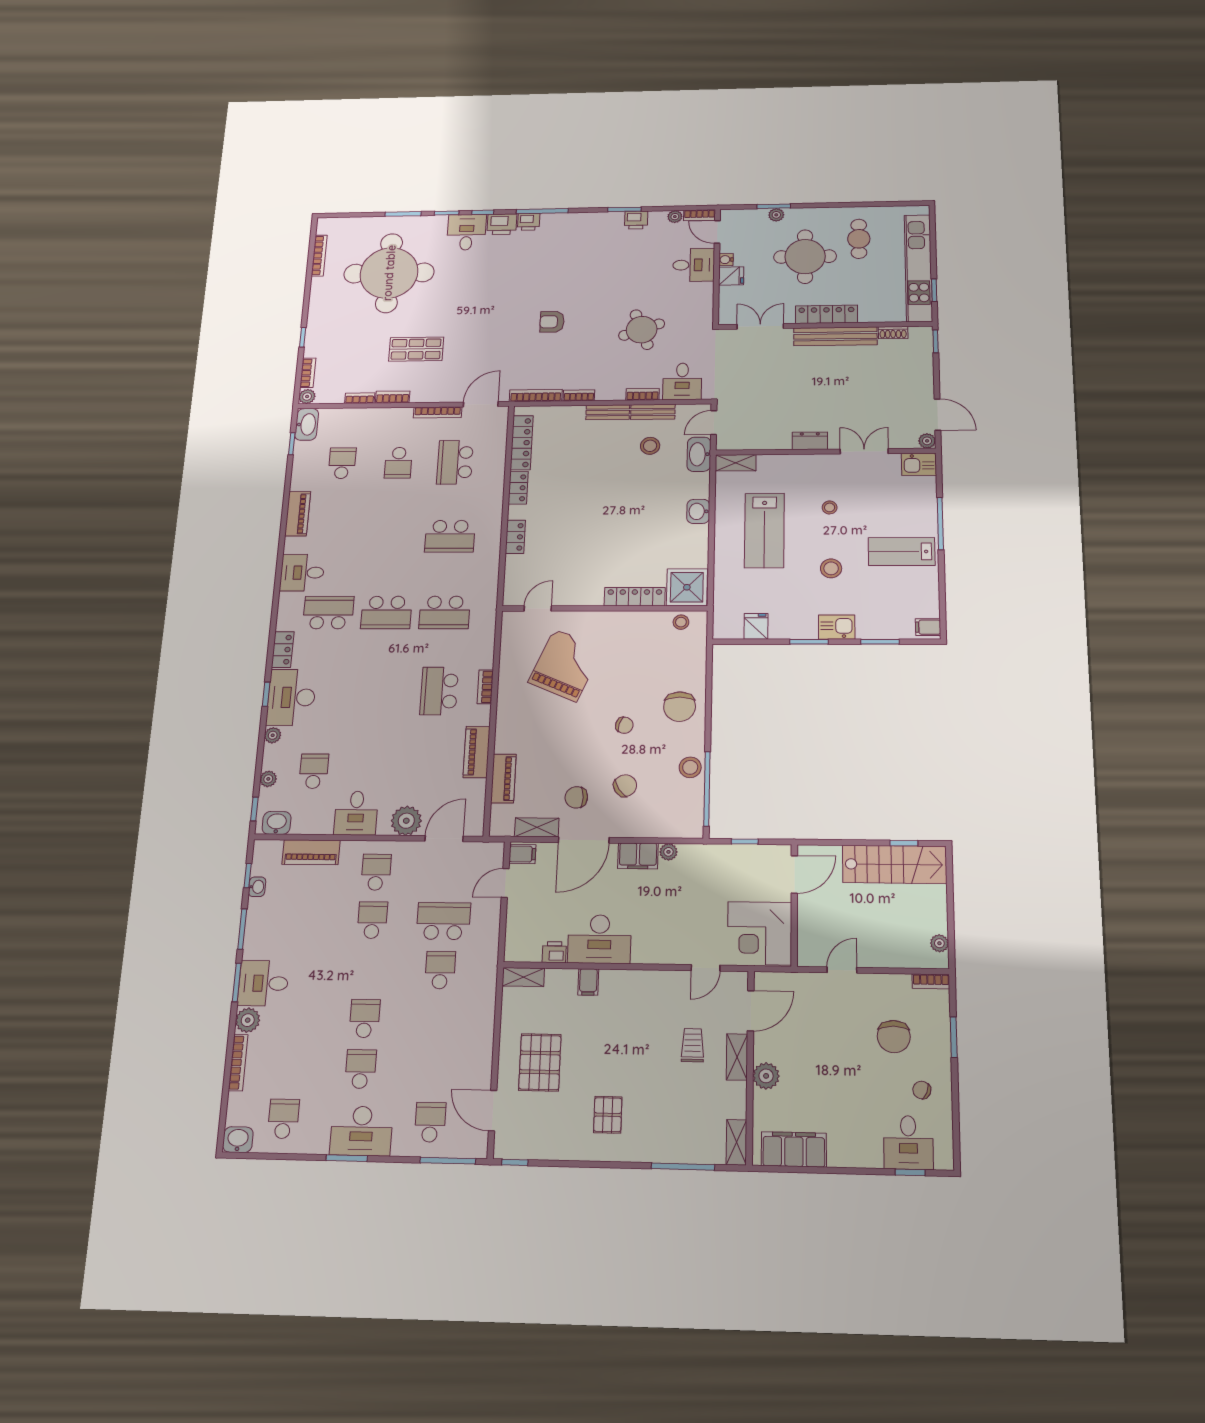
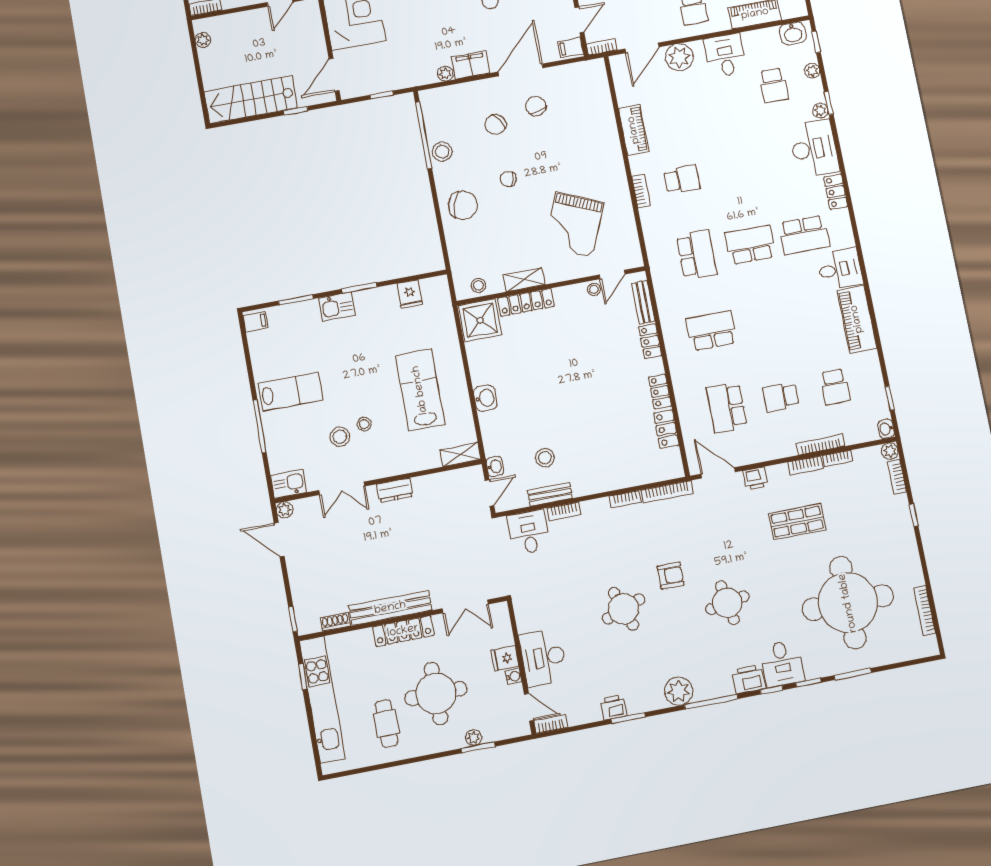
plant: (675, 217) -> (679, 691), moved, width x1.88, depth x1.88
printer: (529, 222) -> (755, 478), moved, turned 180
desk: (694, 265) -> (543, 658), width x1.37
round table: (504, 290) -> (727, 603), added
round table: (642, 330) -> (624, 609), moved
door: (481, 404) -> (718, 473), swing flipped
bookcase: (438, 412) -> (821, 445), moved
bench: (608, 412) -> (643, 302), moved, turned 90
washbasin: (307, 424) -> (886, 429), width x0.52, depth x0.69
locker: (522, 443) -> (666, 429), width x0.66
washbasin: (699, 454) -> (495, 467), width x0.52, depth x0.69
school desk: (455, 462) -> (727, 407), turned 180
school desk: (398, 463) -> (781, 397), turned -90
piano: (298, 514) -> (857, 319), width x1.37, depth x1.33
stool: (831, 568) -> (340, 437), moved
stool: (560, 597) -> (594, 289), added
school desk: (445, 612) -> (697, 255), turned 90
school desk: (439, 691) -> (682, 180), width x0.54
window: (266, 694) -> (829, 103), moved
chair: (680, 707) -> (463, 205), turned 106
piano: (503, 779) -> (604, 111), removed
chair: (576, 797) -> (536, 106), turned -104
shelving: (537, 827) -> (524, 280), moved
window: (904, 843) -> (296, 111), moved
bookcase: (488, 848) -> (602, 47), added

